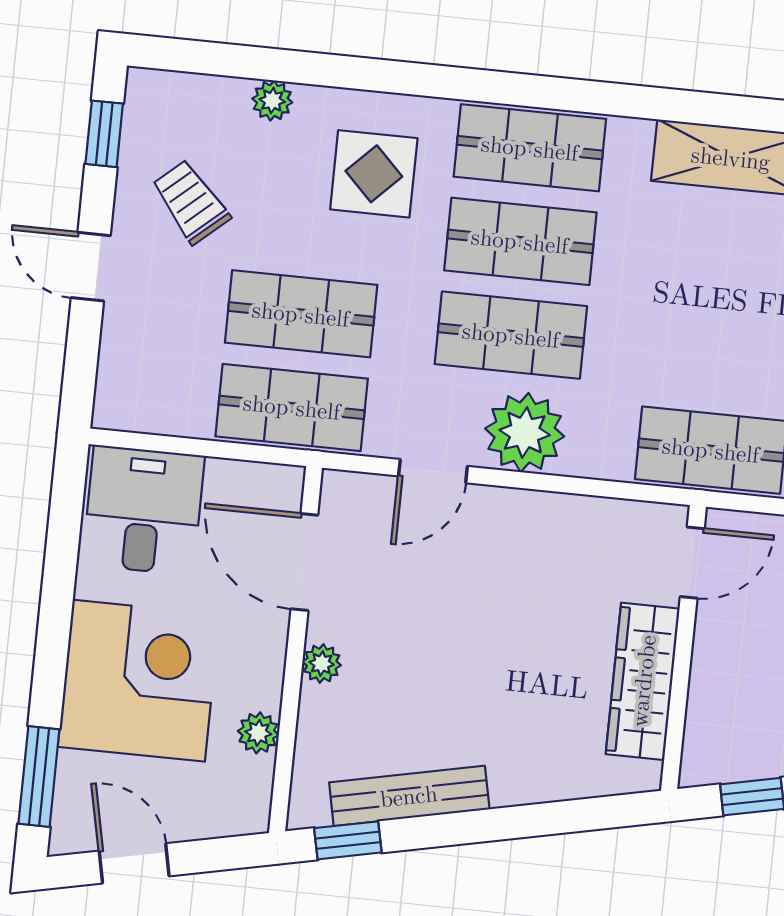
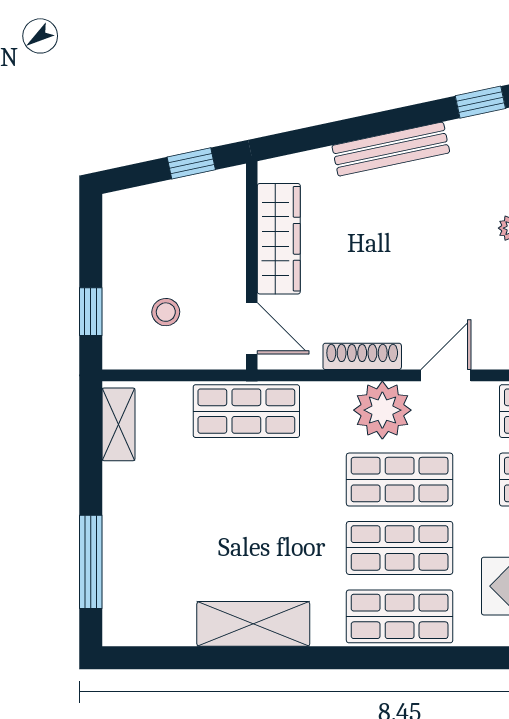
shoe rack: (545, 509) -> (362, 356), added
door: (692, 563) -> (252, 328), swing flipped
bench: (409, 796) -> (391, 149), moved

